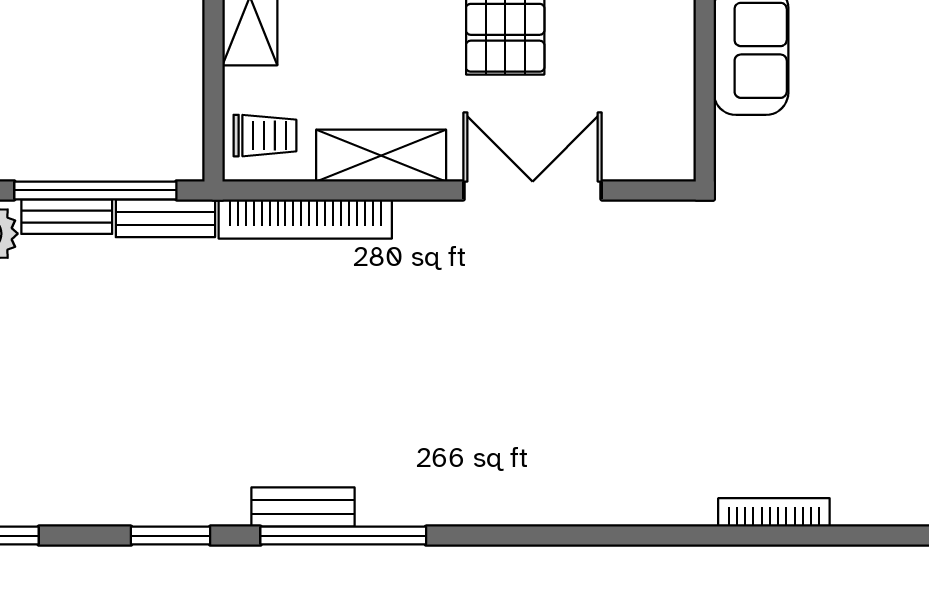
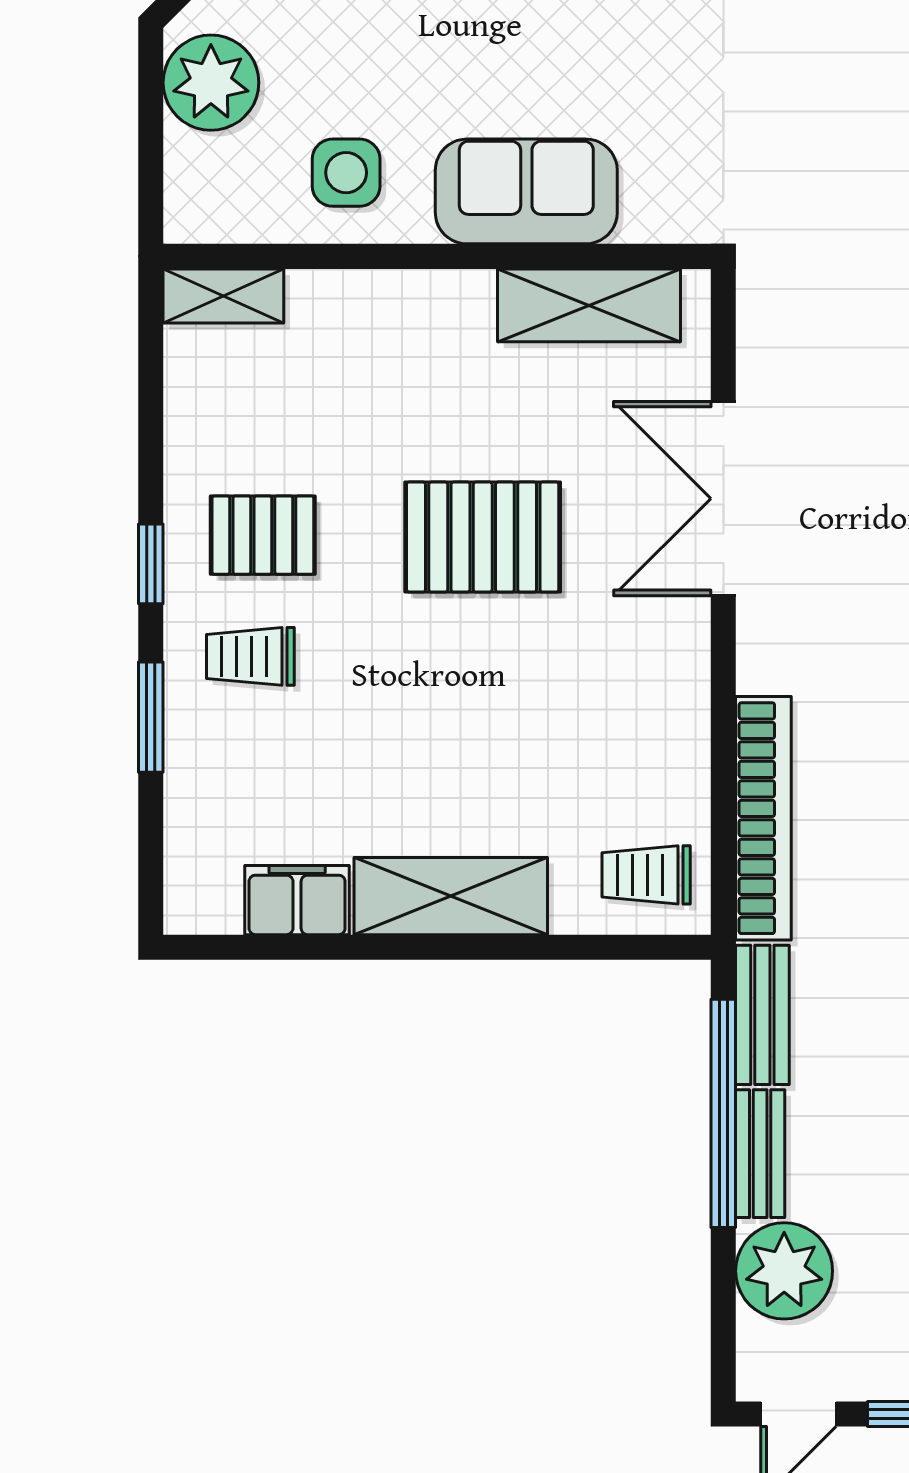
trolley: (265, 136) -> (646, 875), turned -90
shelving: (381, 156) -> (589, 305), moved, turned 90

